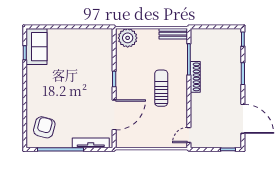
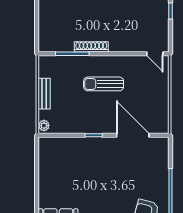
bench: (173, 34) -> (44, 94), moved
plant: (128, 38) -> (44, 126), width x0.53, depth x0.53
tv unit: (91, 143) -> (163, 161), removed

